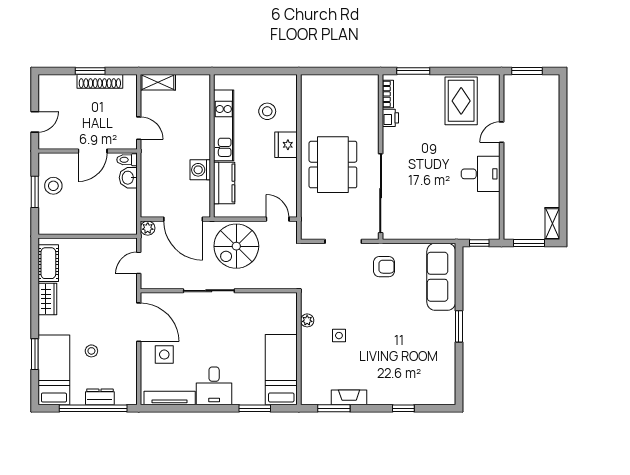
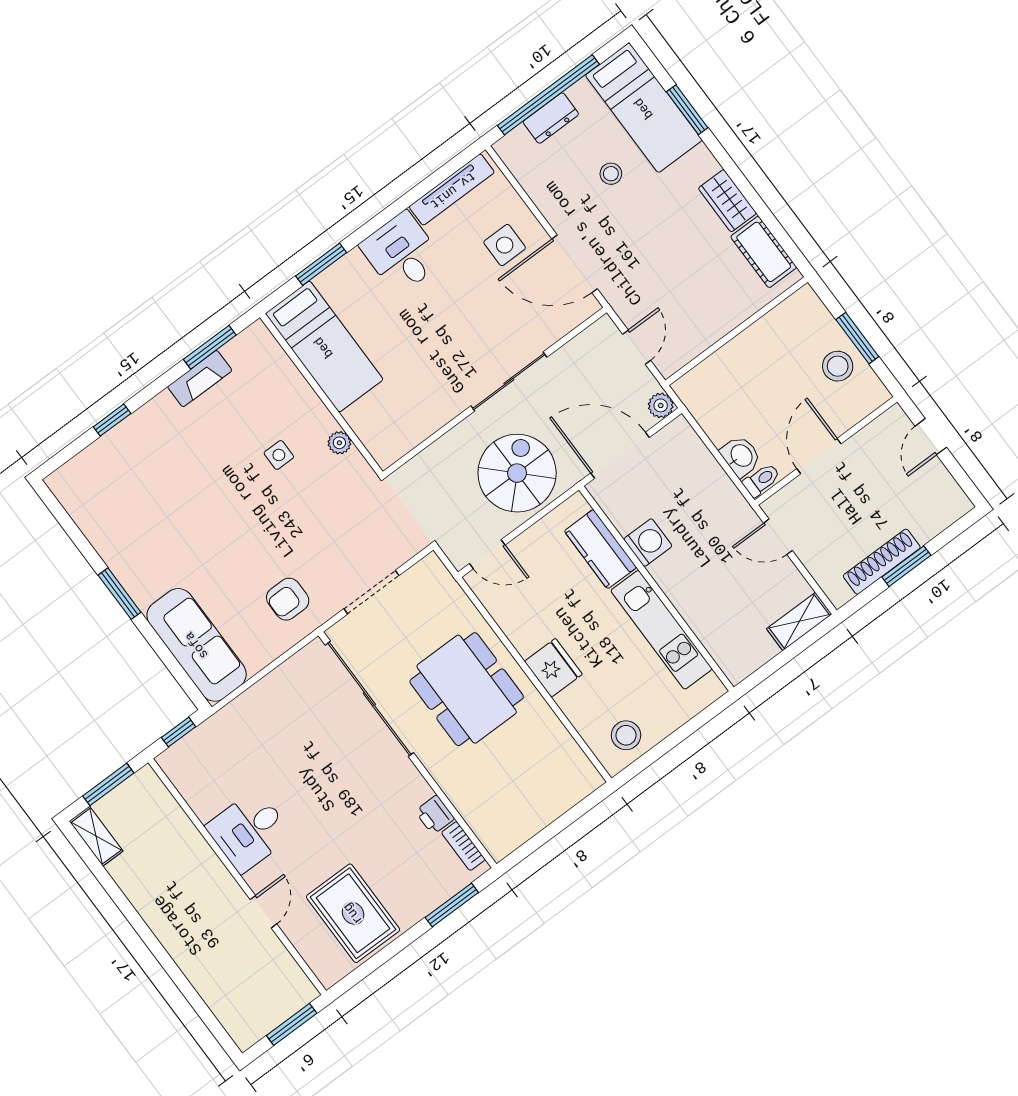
stool: (267, 111) -> (626, 735), moved

